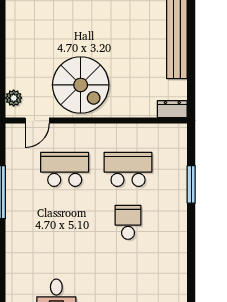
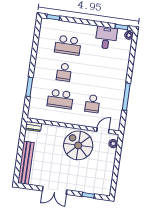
school desk: (65, 169) -> (92, 104), width x0.54
school desk: (128, 275) -> (68, 45), added

